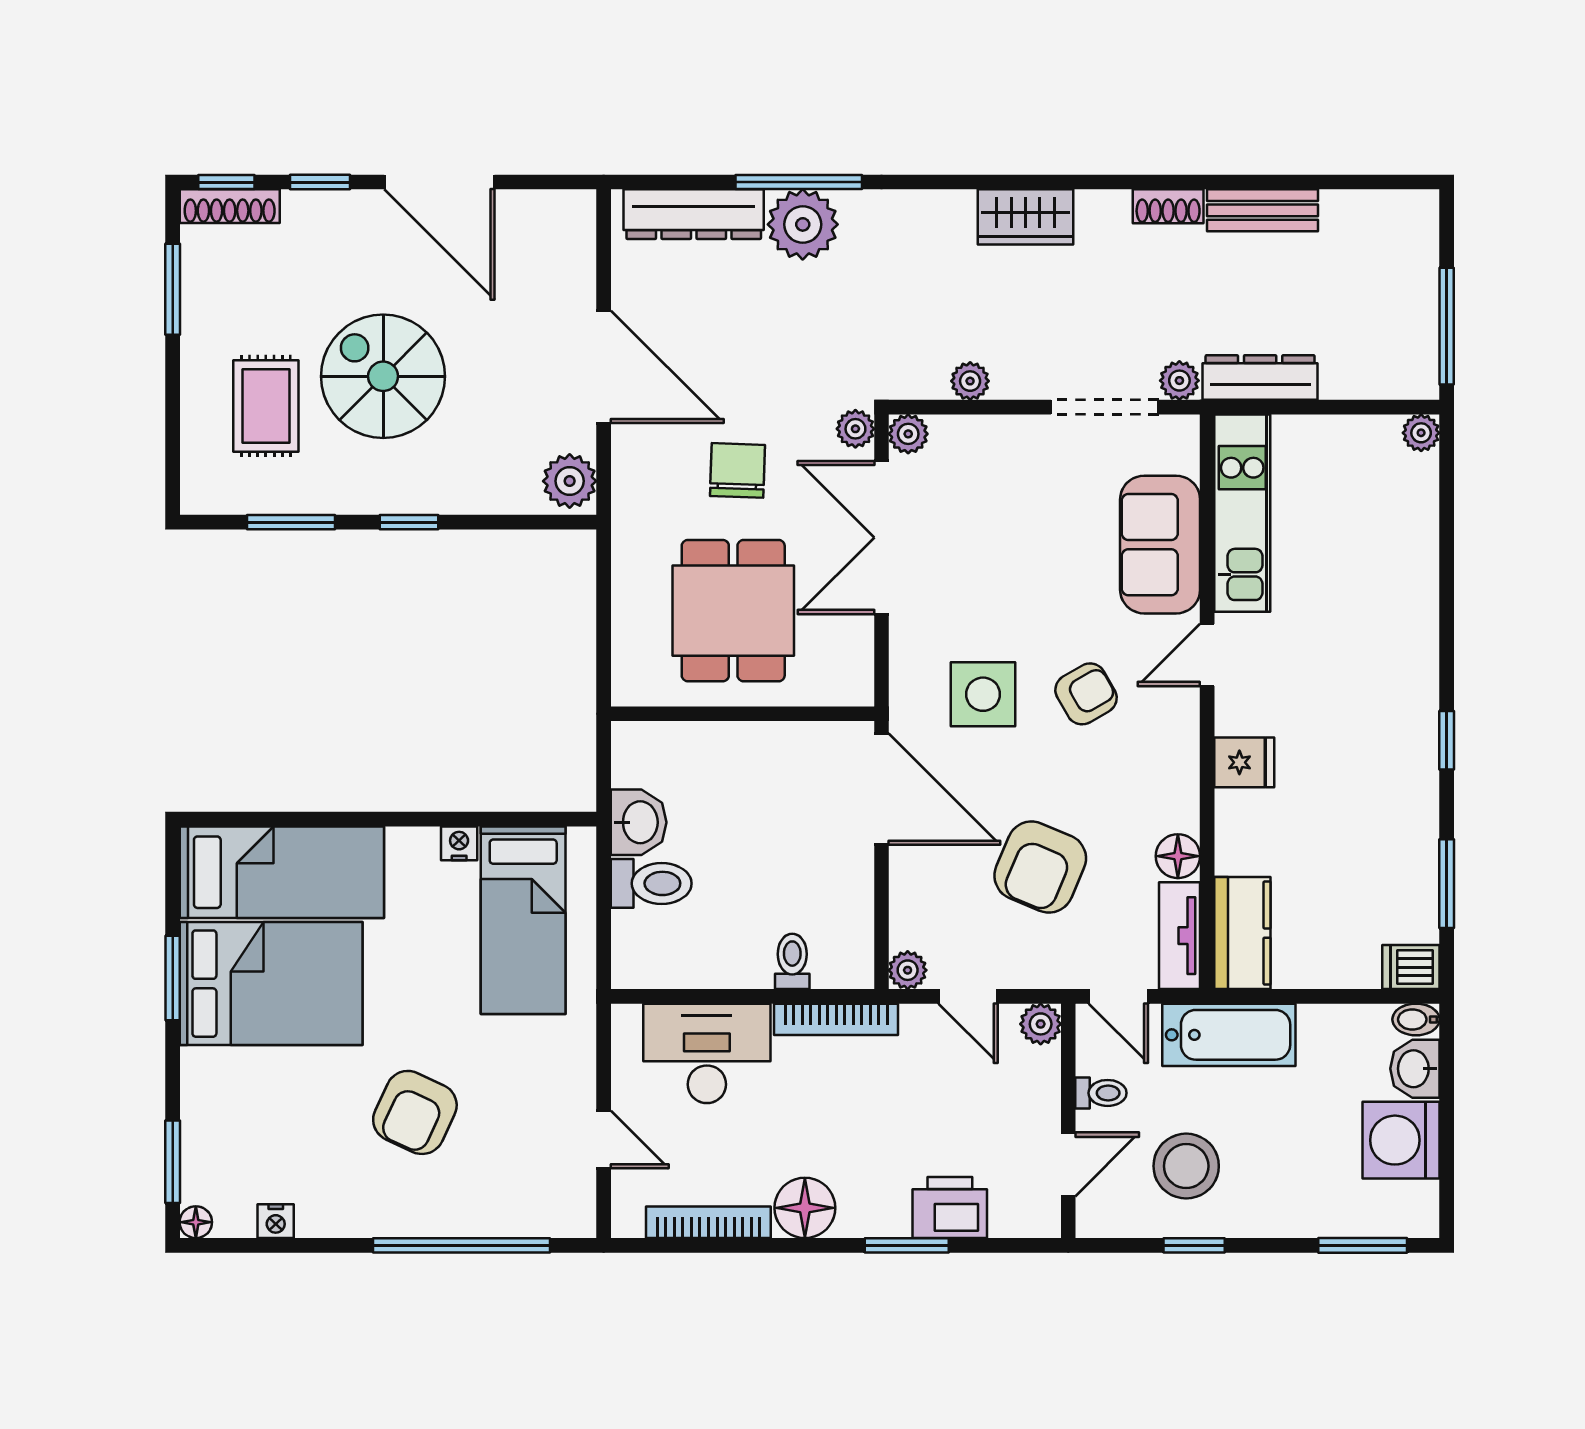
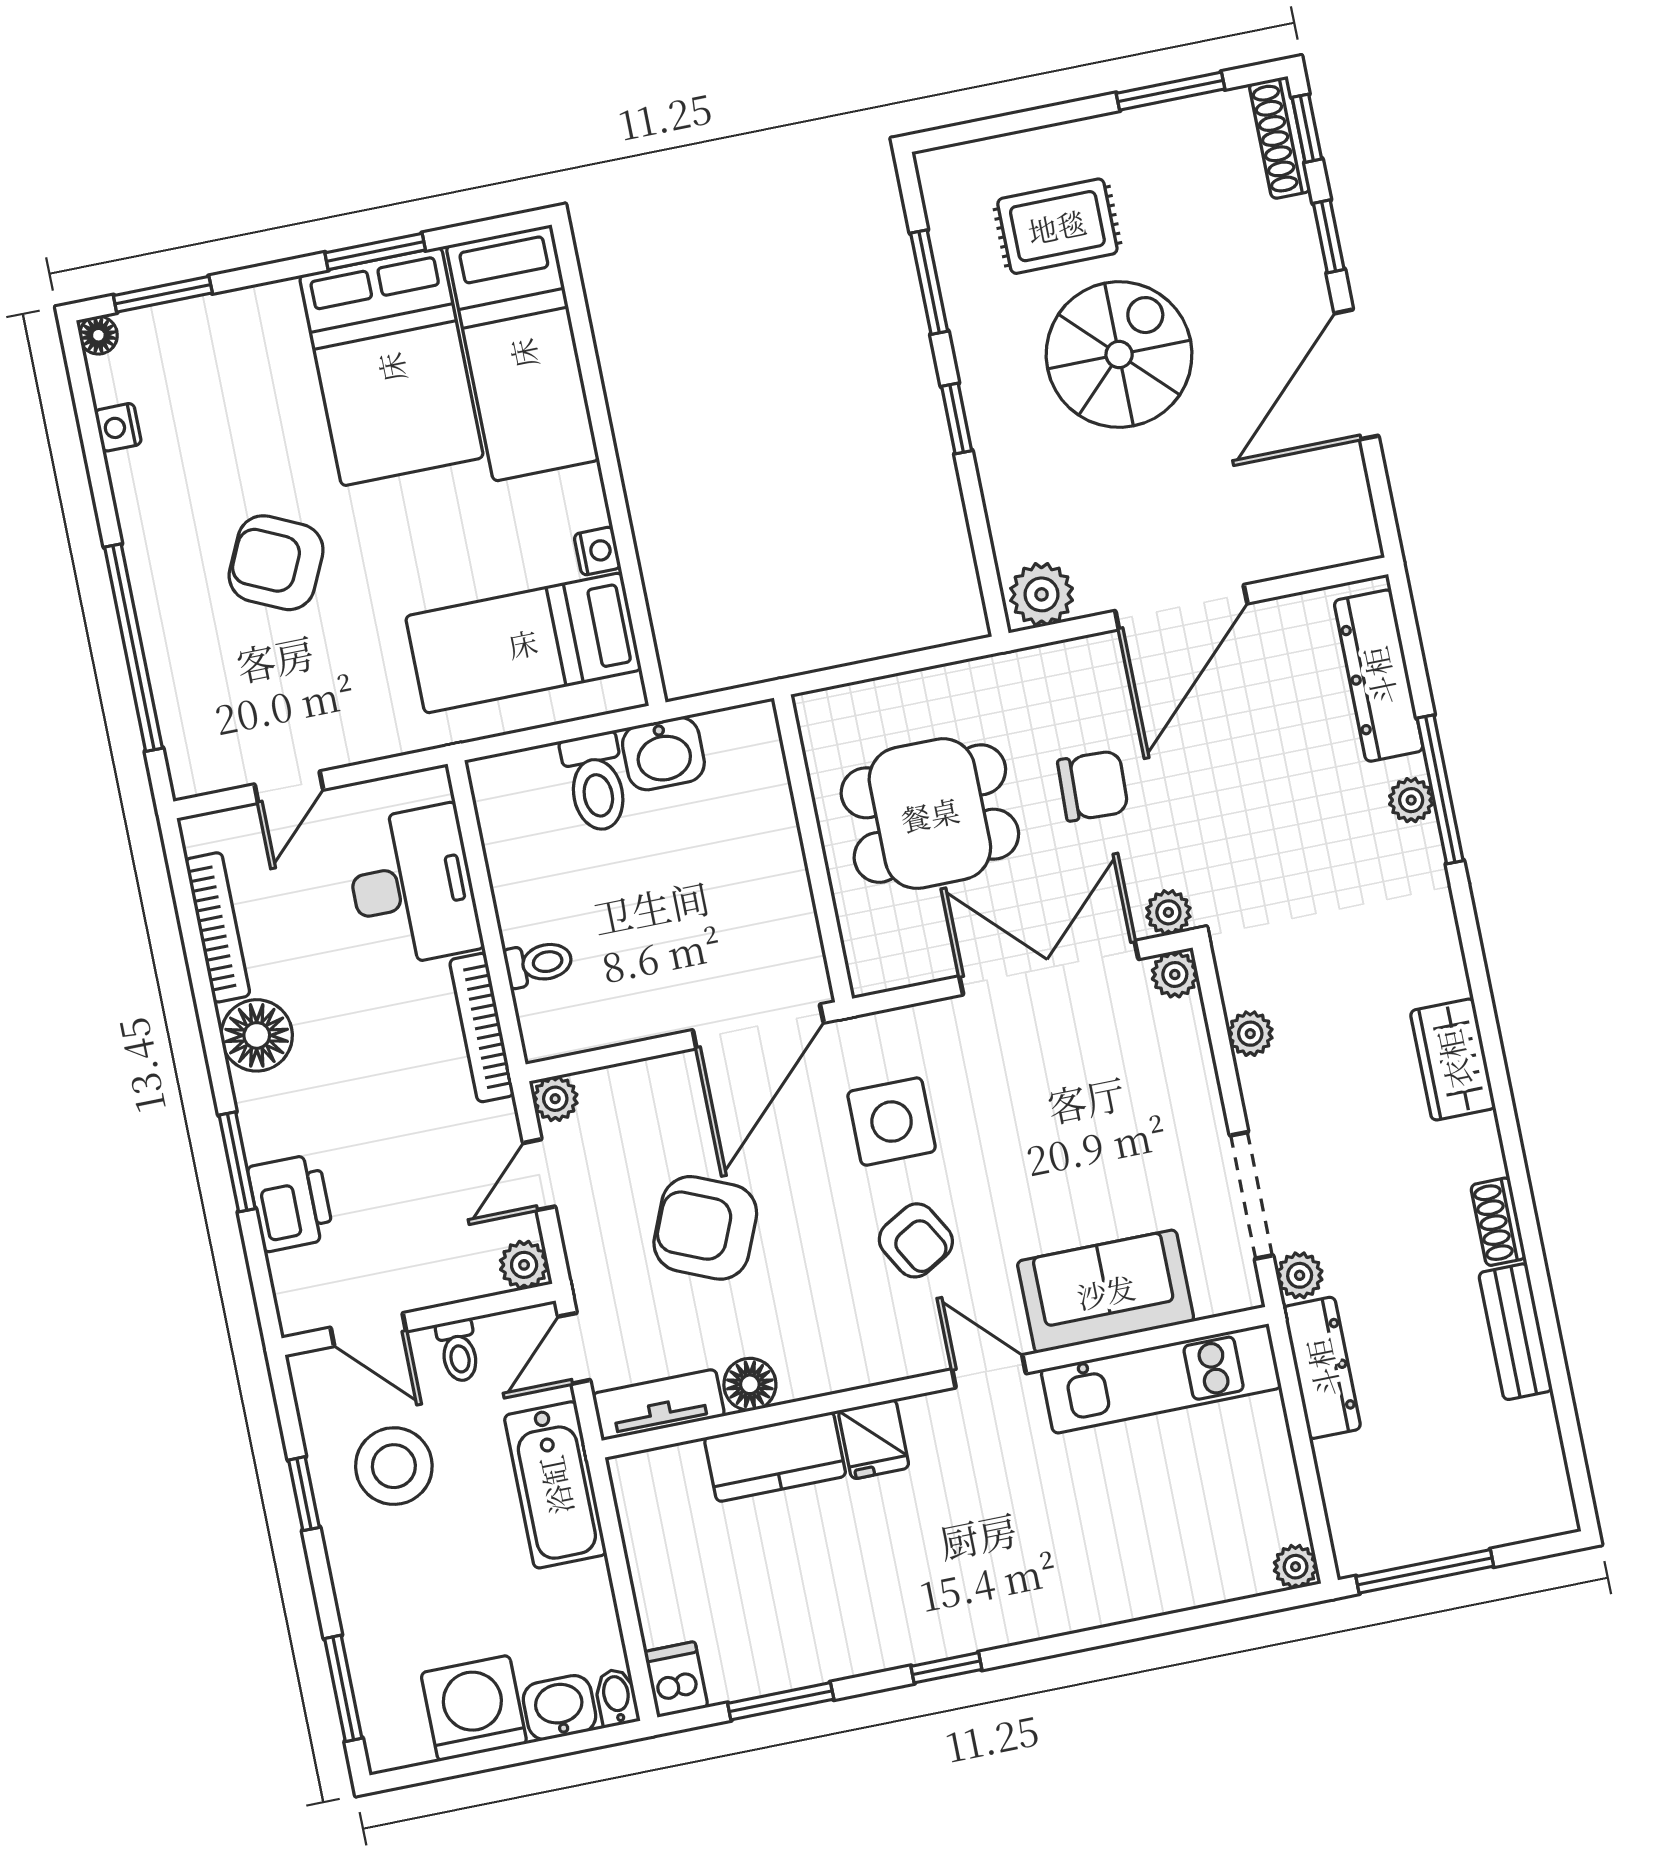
plant: (803, 224) -> (1411, 800), width x0.53, depth x0.53
kitchen counter: (1242, 933) -> (775, 1457), moved

